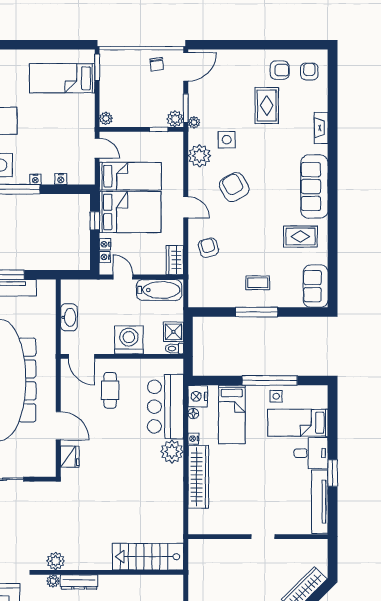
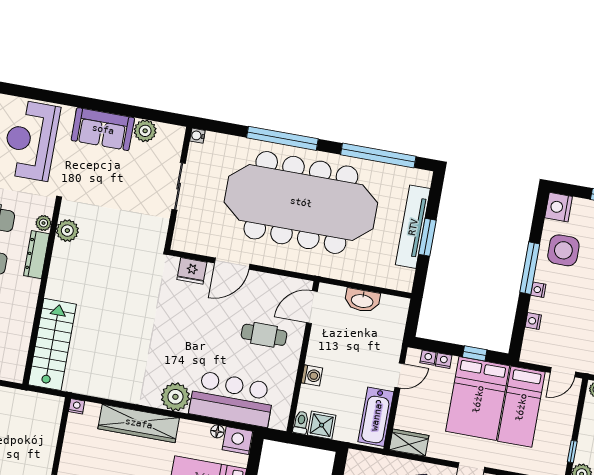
washing machine: (129, 340) -> (312, 375), width x0.53, depth x0.53
nightstand: (193, 439) -> (77, 406), moved

